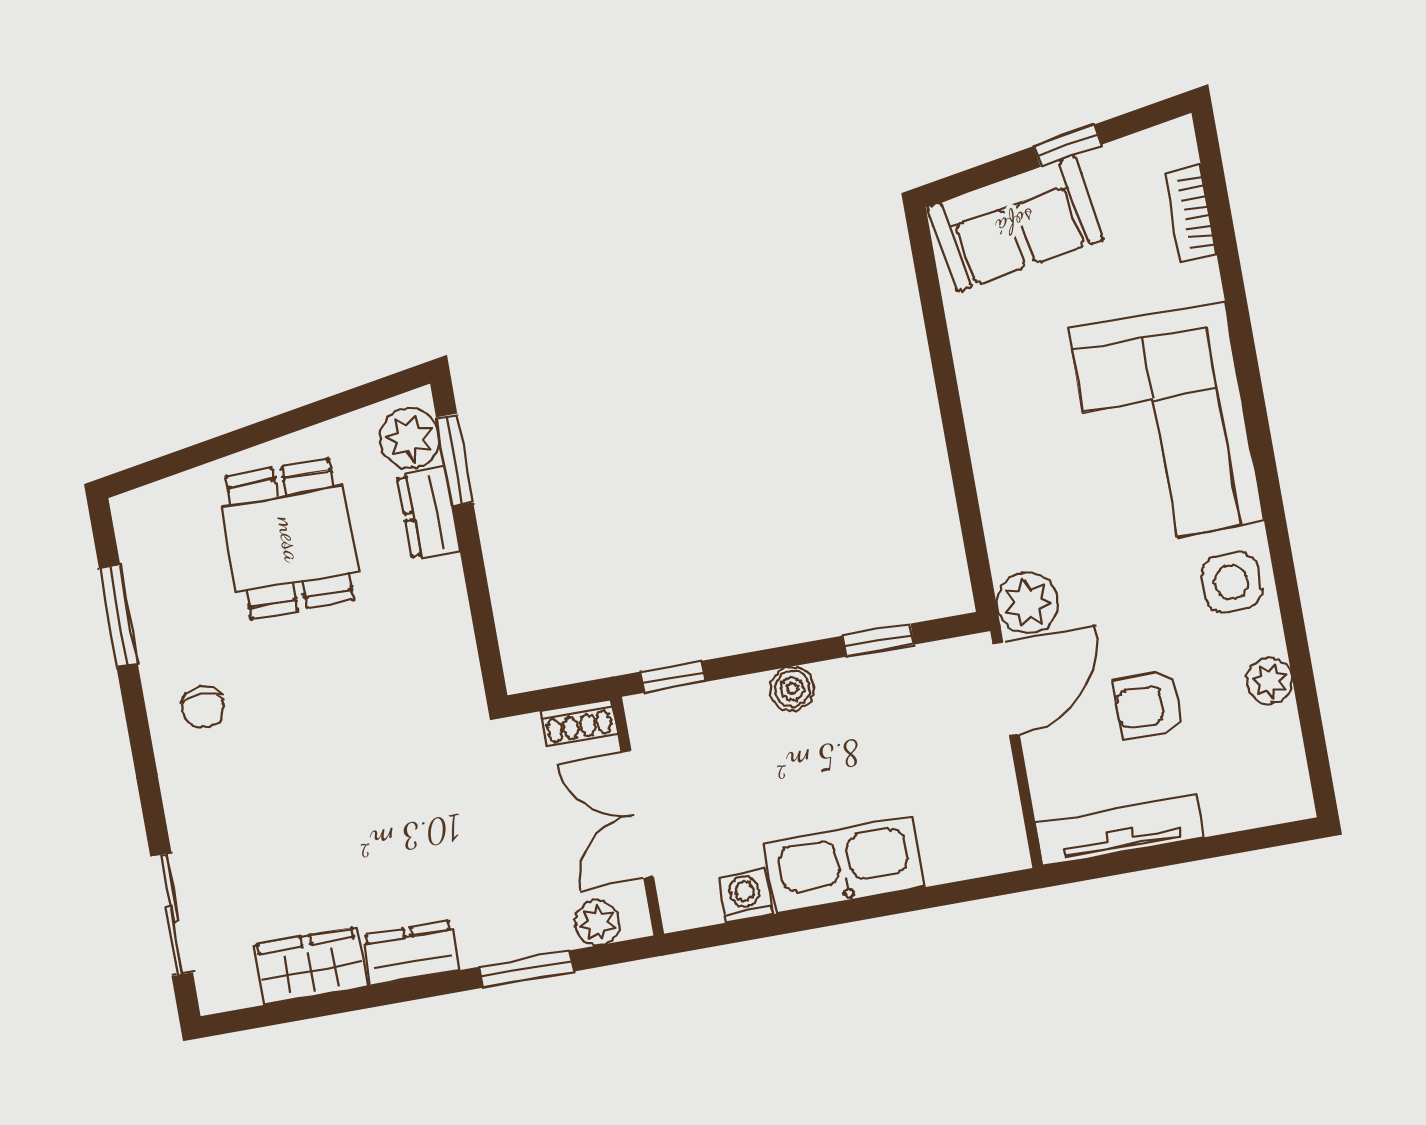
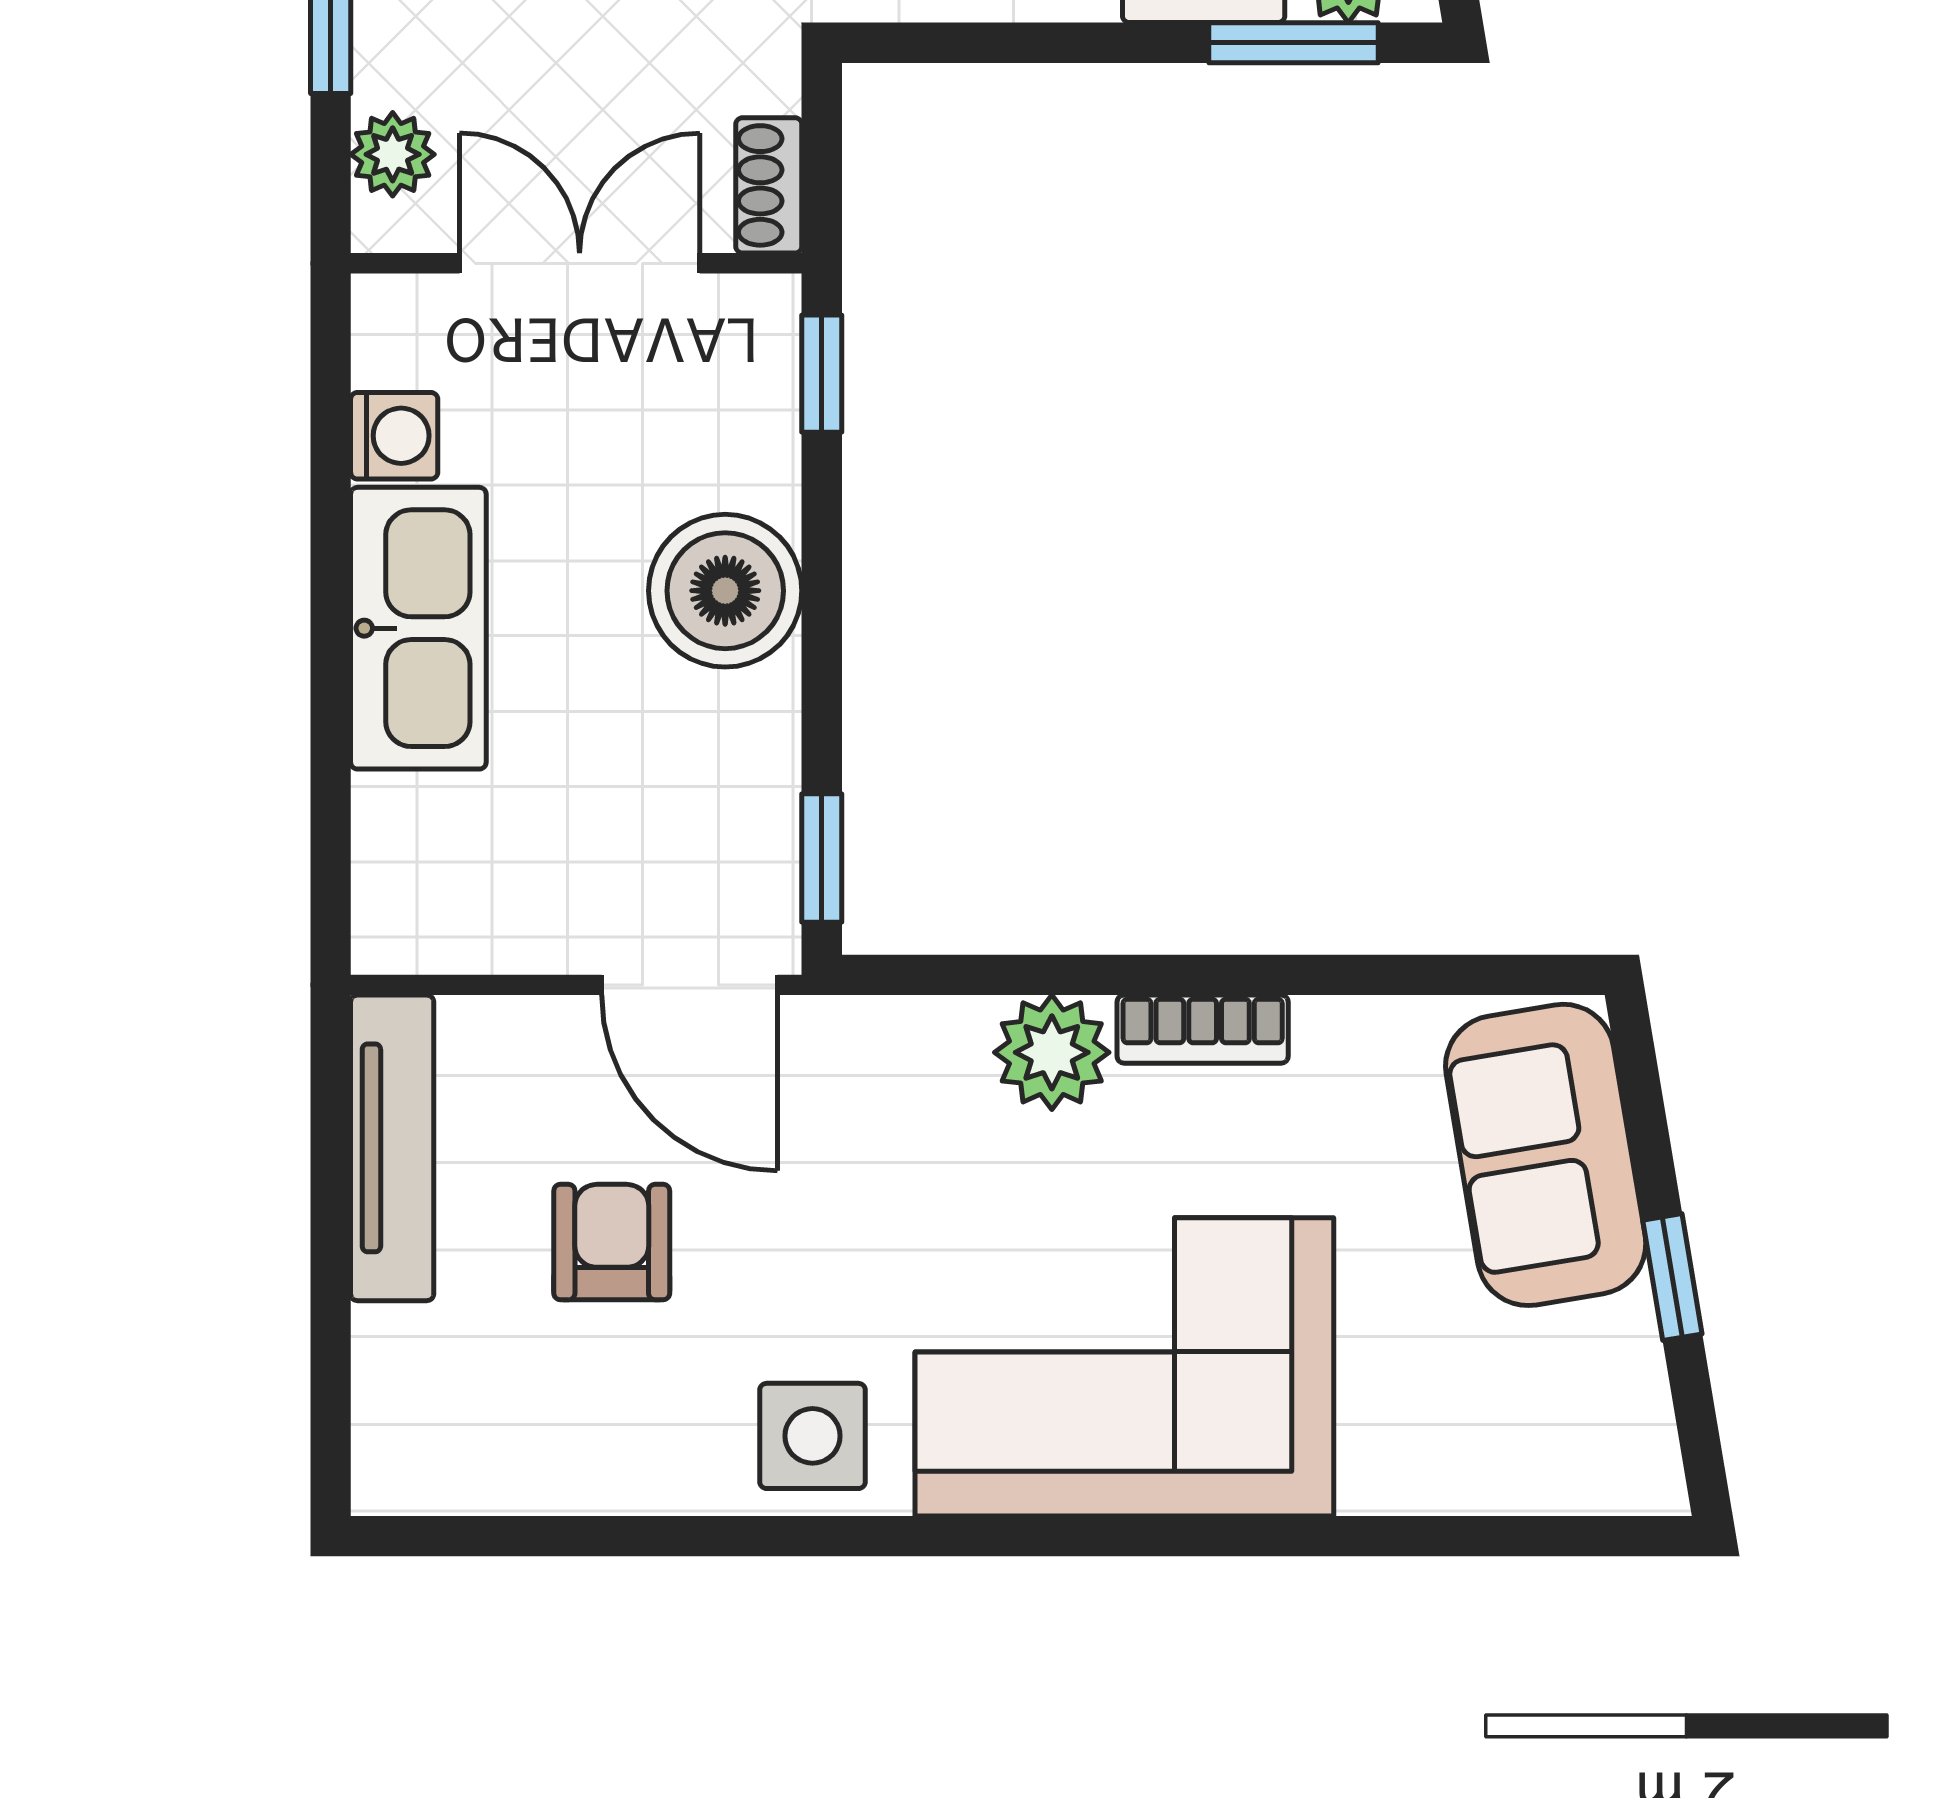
bookcase: (1191, 213) -> (1203, 1029), moved, turned 180
plant: (1027, 603) -> (1052, 1052), moved
window: (878, 640) -> (822, 858), moved
plant: (1270, 681) -> (618, 1474), removed
boiler: (792, 689) -> (725, 591), width x1.86, depth x1.86

